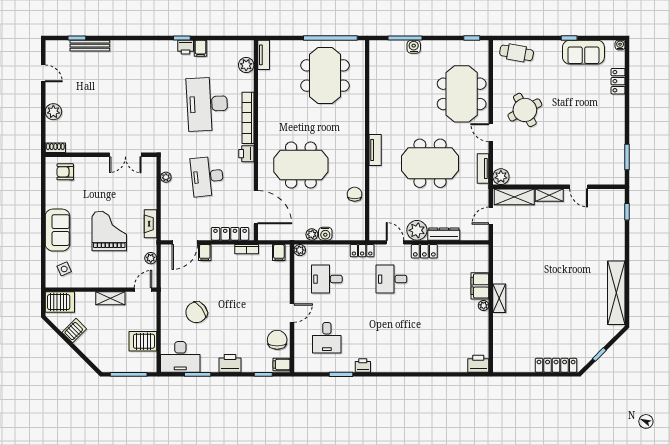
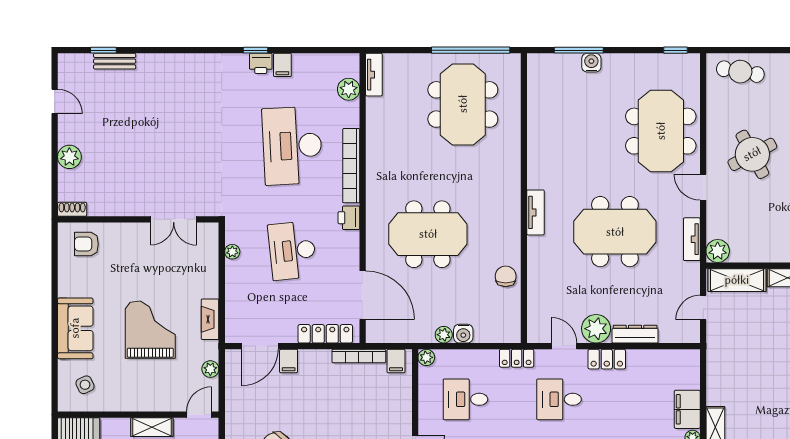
bench: (90, 46) -> (115, 61), width x0.73
bookcase: (247, 249) -> (359, 356), width x1.56

